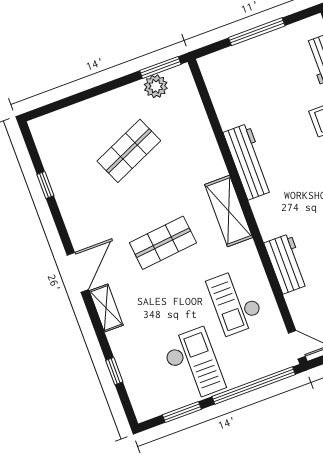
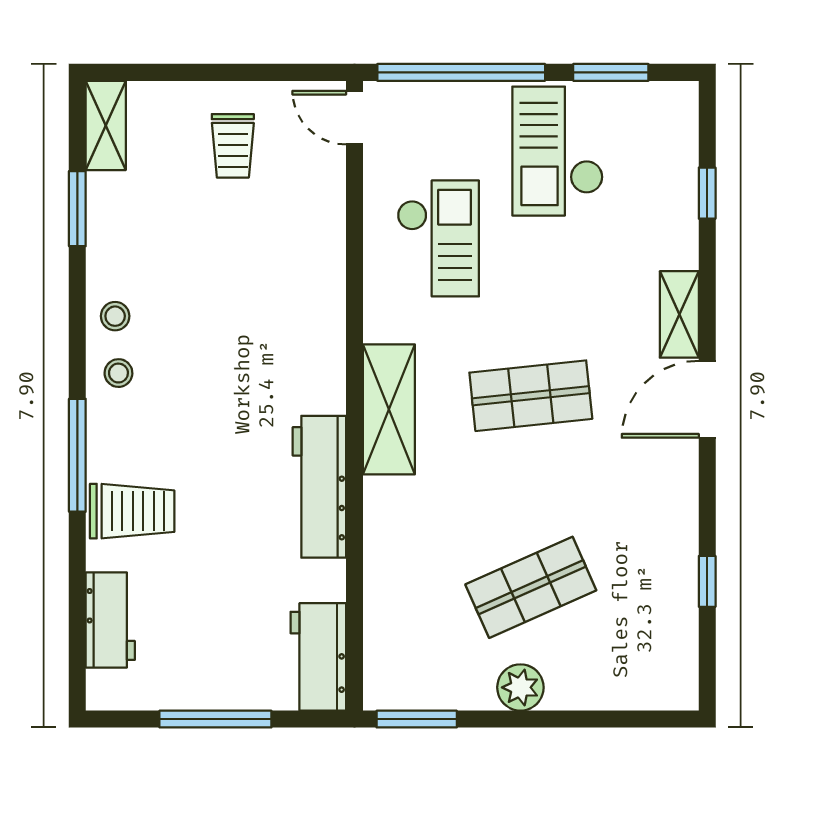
plant: (156, 86) -> (520, 687), moved
workbench: (287, 264) -> (318, 657), moved

